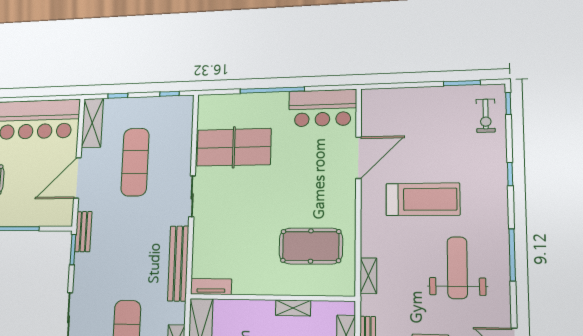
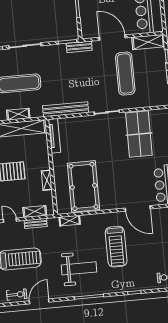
exercise mat: (135, 162) -> (125, 74), turned 90
pool table: (311, 246) -> (83, 186), width x1.36, depth x1.32
tv unit: (211, 287) -> (54, 136), width x1.41

